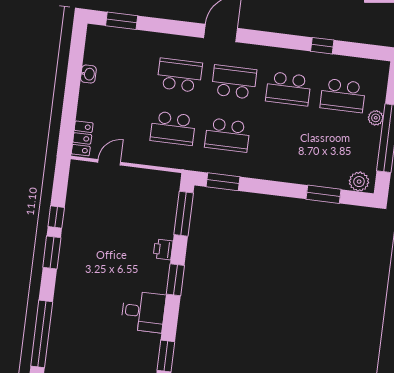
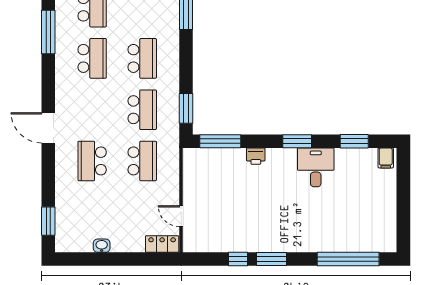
window: (322, 46) -> (48, 32), width x2.17
school desk: (234, 82) -> (142, 58), moved, turned 180
window: (175, 280) -> (297, 141), moved

